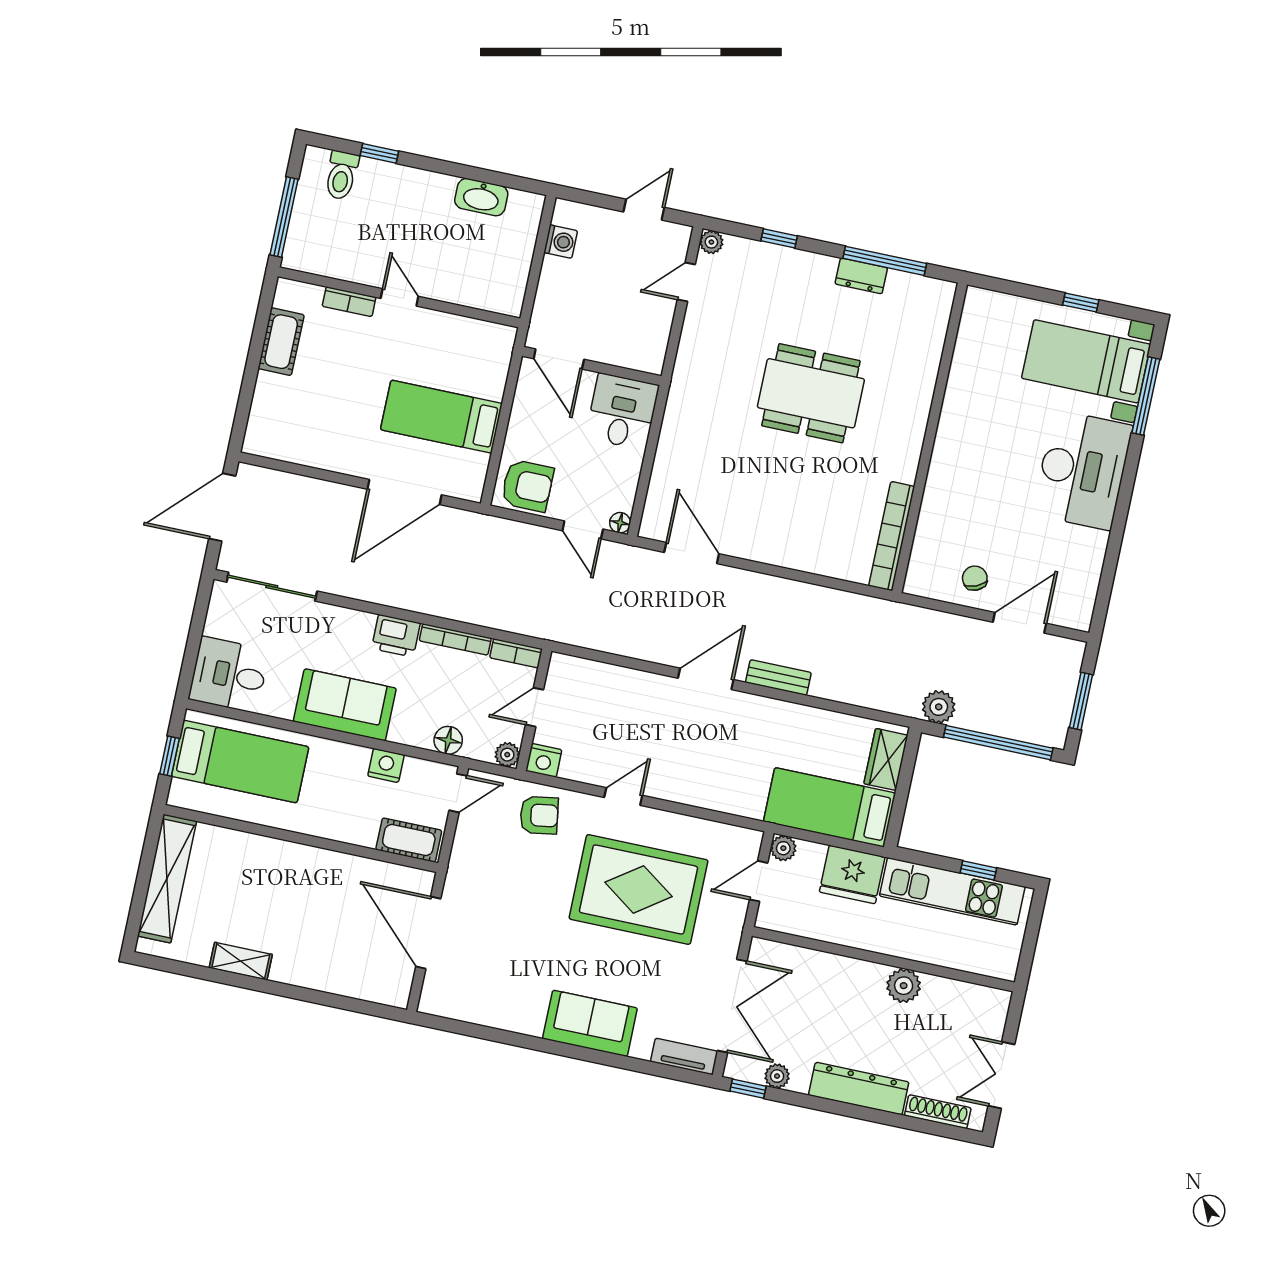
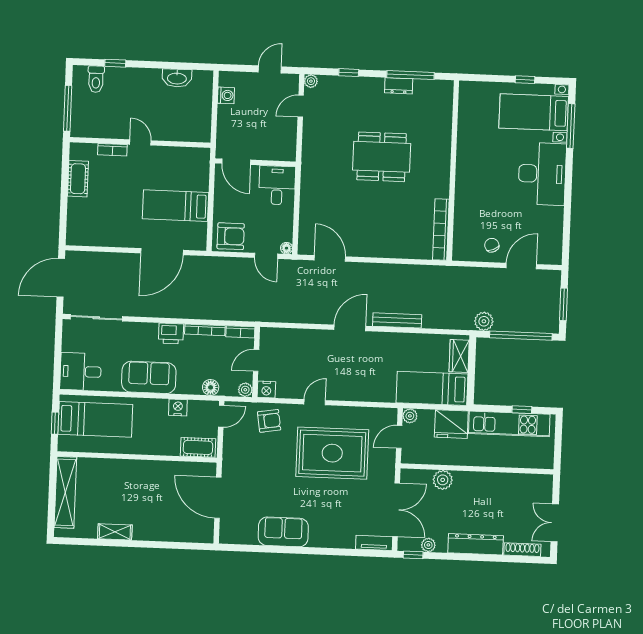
bench: (778, 678) -> (397, 320), width x1.36
plant: (904, 986) -> (443, 480), moved
sofa: (590, 1023) -> (283, 532), moved

